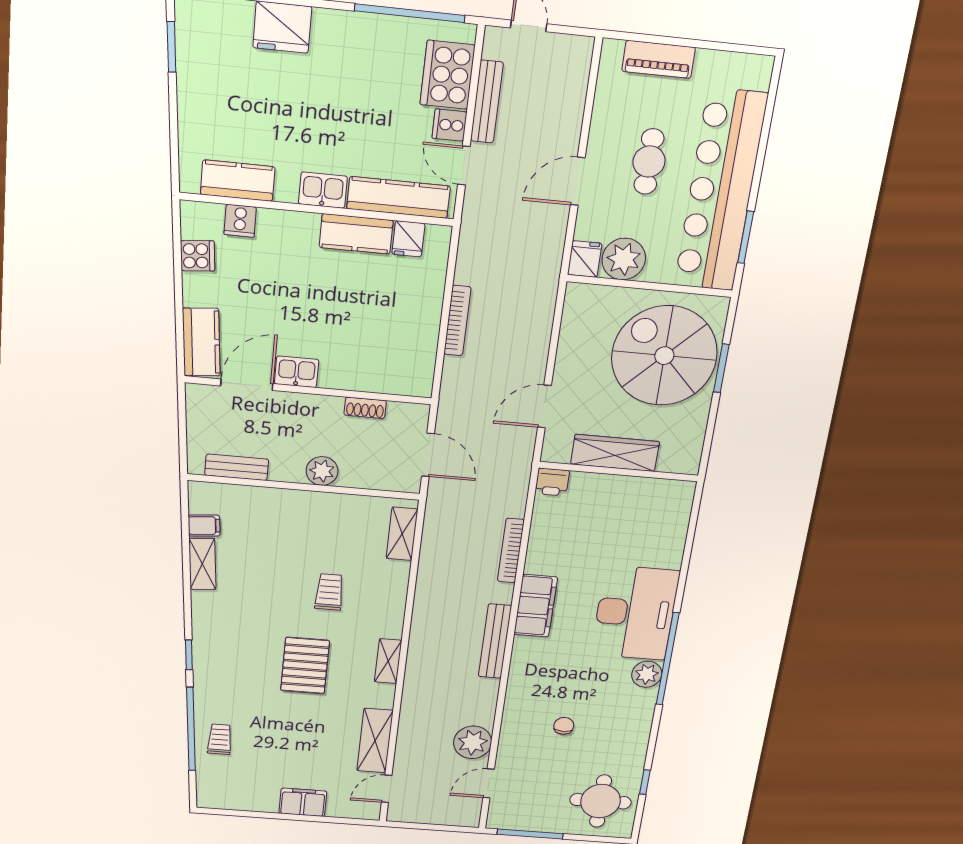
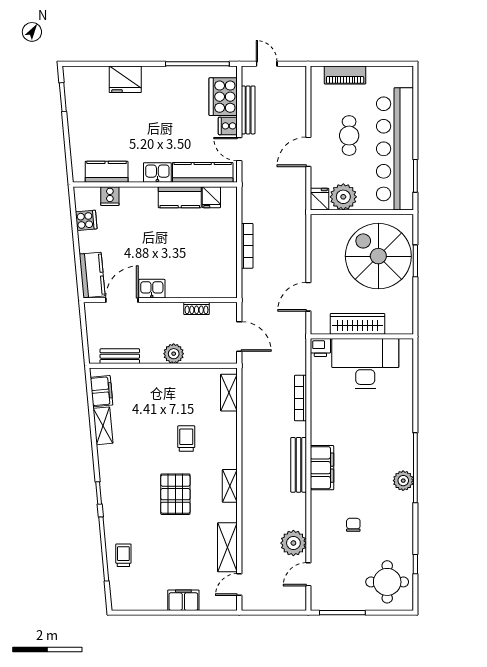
filing cabinet: (204, 526) -> (102, 391), width x2.00
filing cabinet: (536, 606) -> (322, 468), moved
desk: (635, 613) -> (365, 364), moved, turned -90

